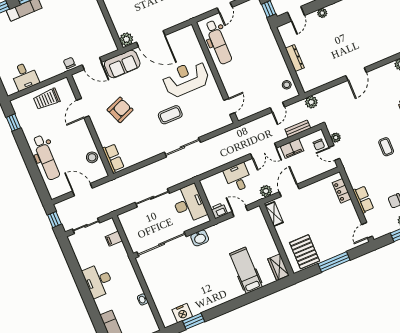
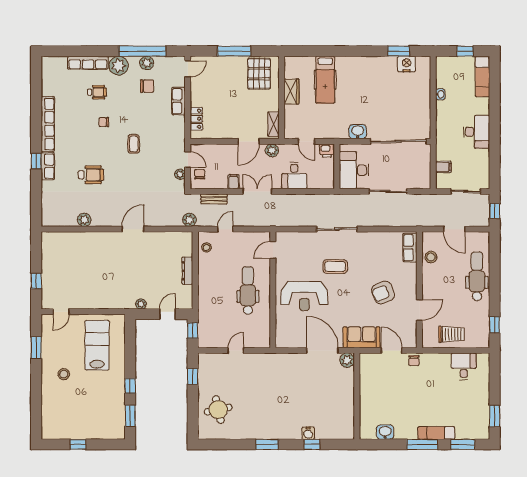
dental chair: (218, 42) -> (248, 290), moved
filing cabinet: (292, 149) -> (234, 182), width x0.50
wardrobe: (278, 267) -> (291, 92), moved

